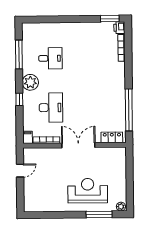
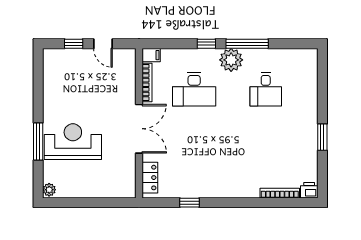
window: (110, 19) -> (322, 137), moved
window: (19, 55) -> (247, 44), moved
window: (129, 110) -> (189, 203), width x0.32
window: (20, 191) -> (74, 44), added
reception desk: (88, 191) -> (73, 142), turned -90
window: (99, 214) -> (38, 141), moved

